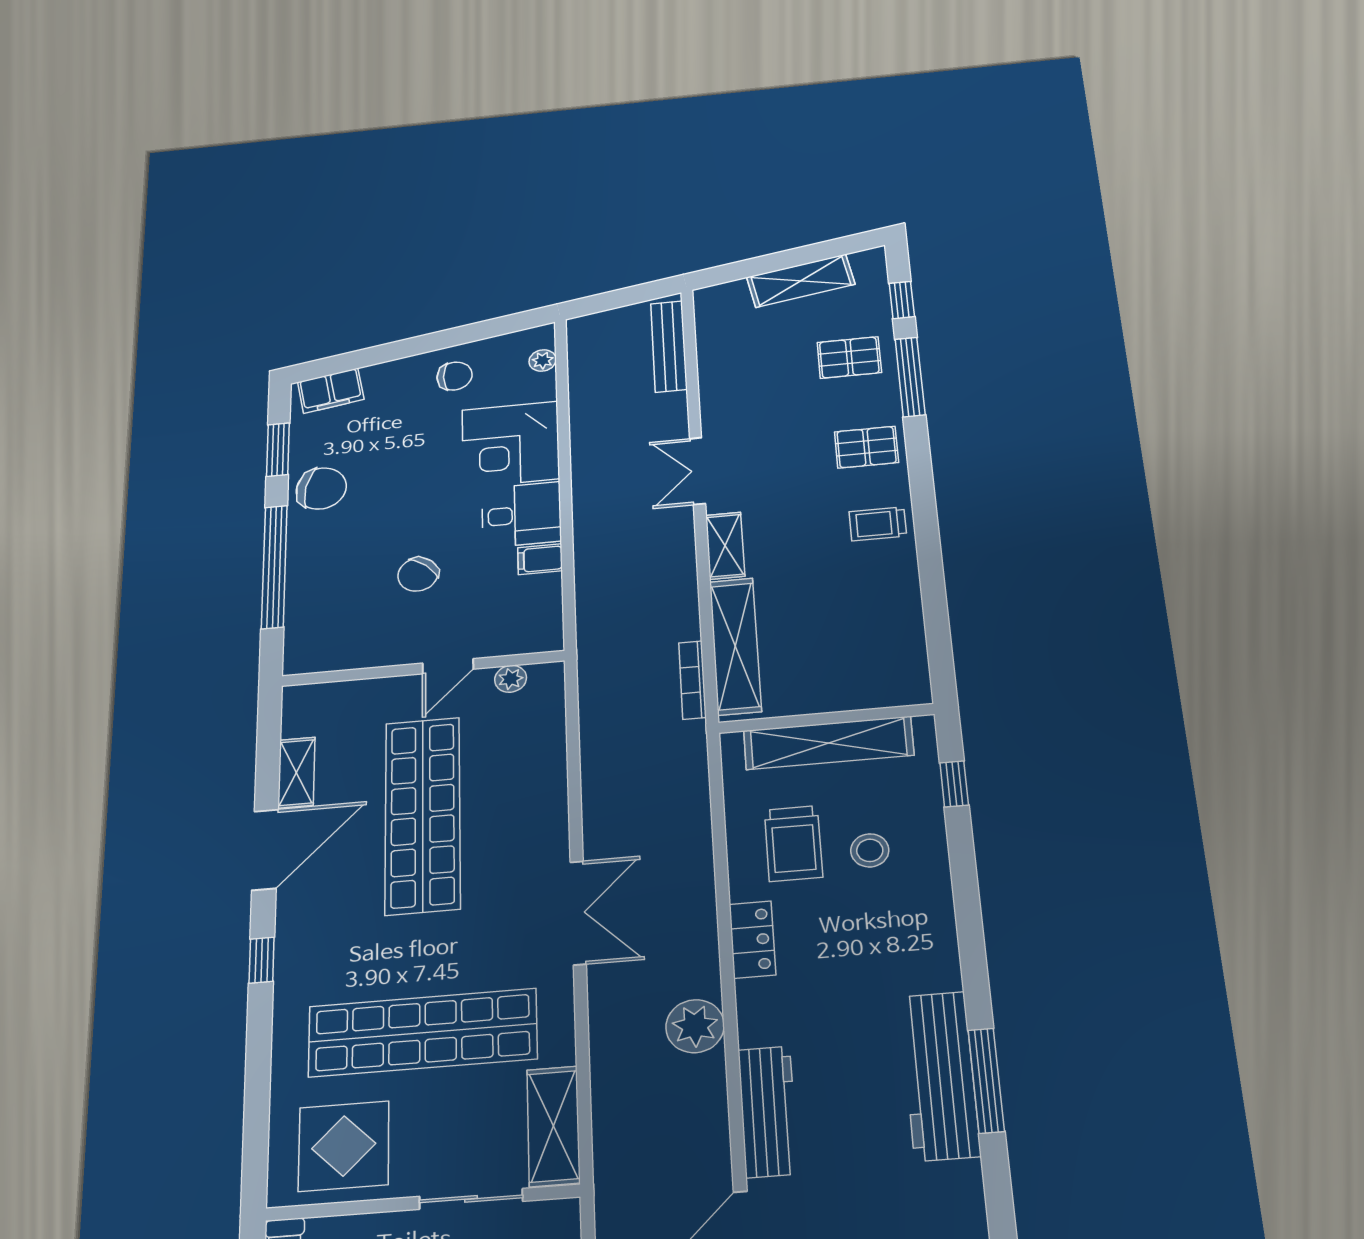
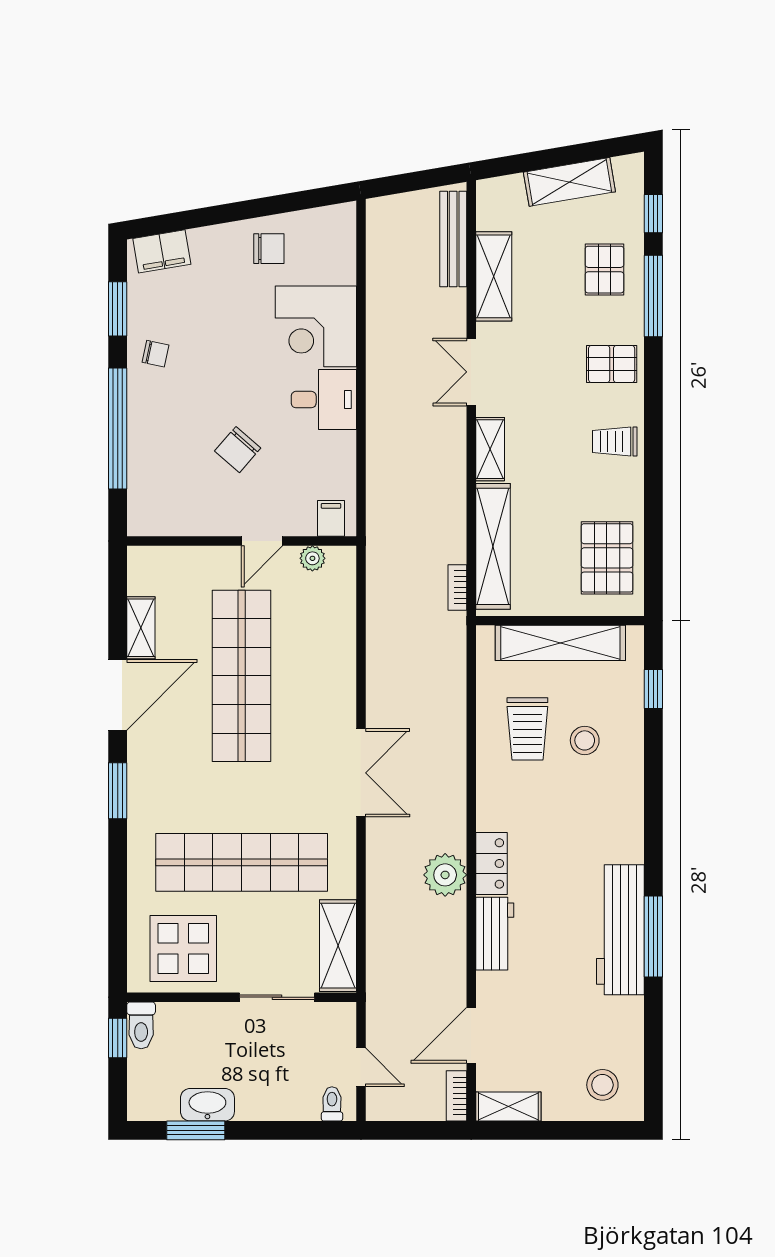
pallet: (849, 357) -> (604, 270), turned 90
plant: (543, 360) -> (345, 241), removed
shelving: (719, 377) -> (494, 276), added
chair: (321, 489) -> (155, 354), width x0.54, depth x0.54
filing cabinet: (540, 559) -> (331, 518), moved, turned 90
pallet: (880, 645) -> (607, 558), added
bookcase: (692, 680) -> (457, 587), width x0.64
locker: (752, 940) -> (492, 863), moved
window: (262, 960) -> (118, 791), width x1.50
workbench: (768, 1111) -> (495, 934), width x0.73

